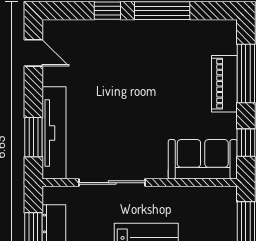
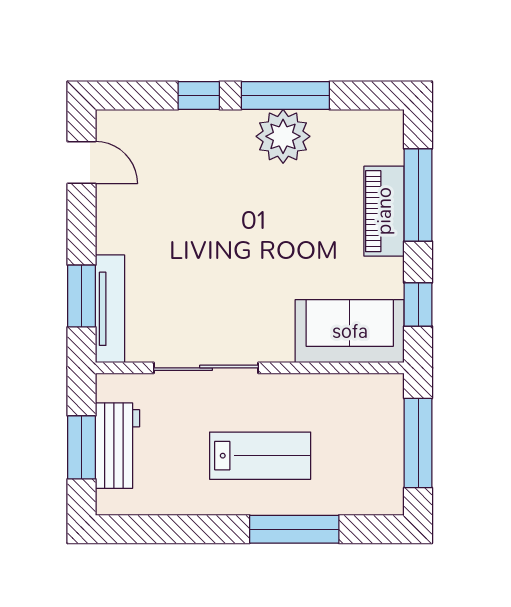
plant: (161, 36) -> (283, 136), added
tv unit: (54, 133) -> (110, 309), width x0.73, depth x0.78

